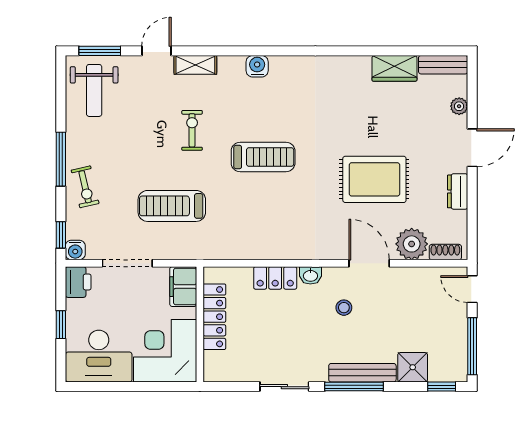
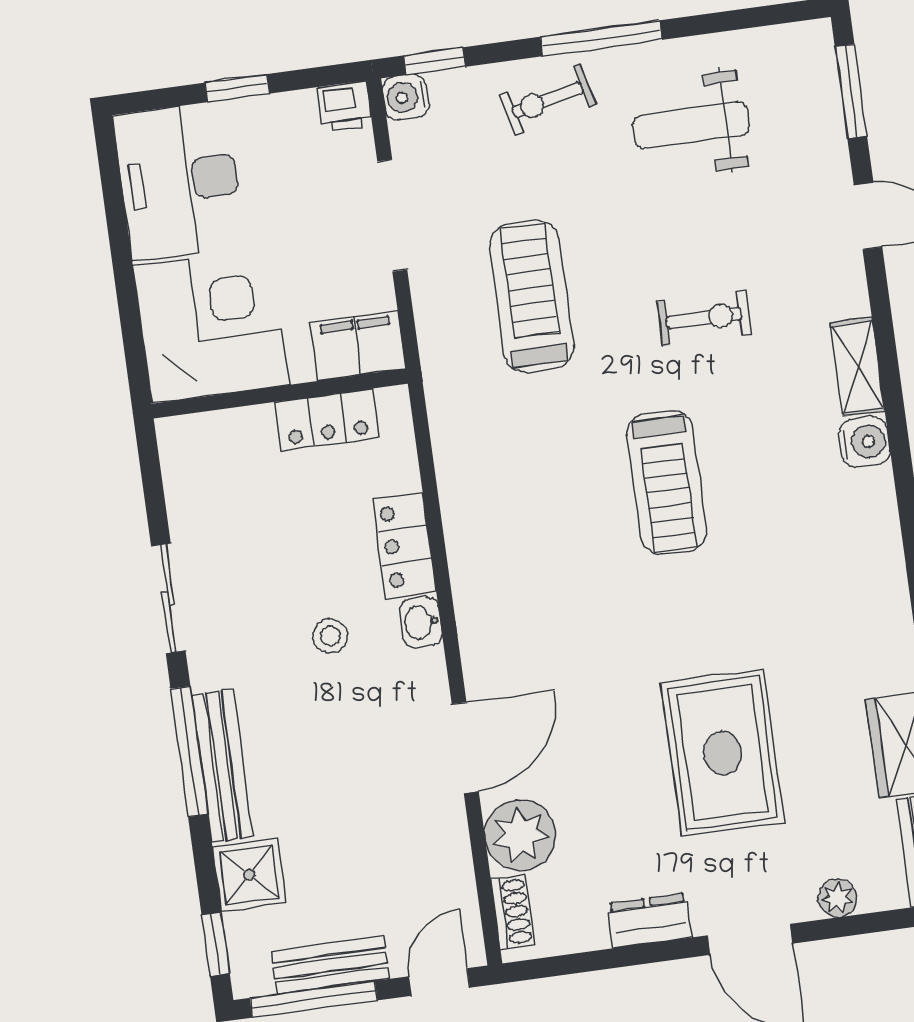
shelving: (195, 65) -> (857, 367), moved
weight bench: (94, 90) -> (691, 125), moved
rug: (374, 179) -> (723, 753), moved
printer: (78, 282) -> (344, 107), width x0.73, depth x0.81
stool: (344, 308) -> (330, 636), moved
locker: (214, 317) -> (327, 420), width x0.66
bench: (458, 337) -> (330, 965), added

